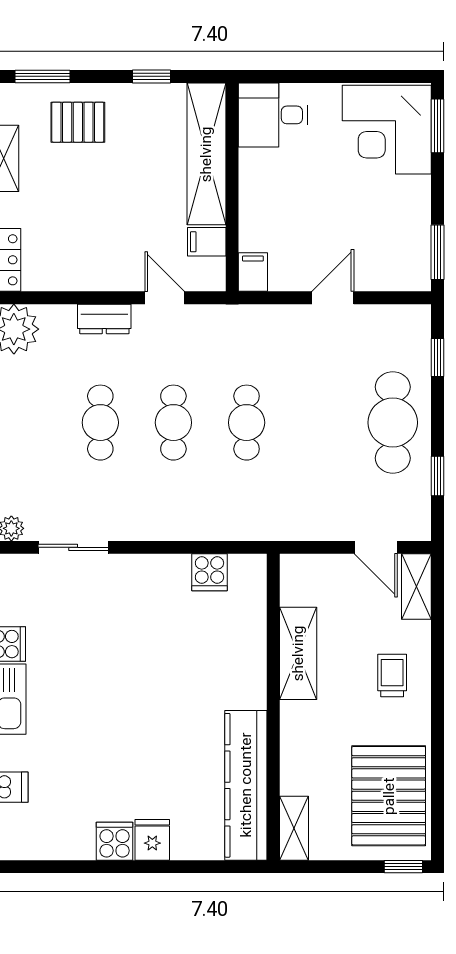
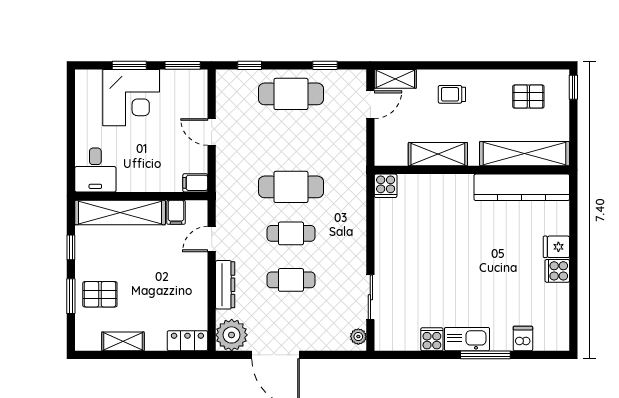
window: (42, 76) -> (71, 296), moved
pallet: (78, 122) -> (100, 294), turned 90
window: (438, 126) -> (129, 65), moved
corner desk: (387, 130) -> (131, 98), moved
dresser: (104, 319) -> (225, 285), width x1.44
cafe table: (247, 423) -> (291, 187), width x1.37, depth x1.35
cooker: (209, 572) -> (386, 186), moved, turned 90
pallet: (389, 796) -> (528, 97), width x0.49, depth x0.50
shelving: (294, 828) -> (525, 154), width x2.20, depth x1.33

